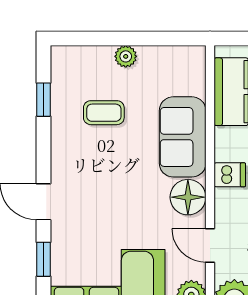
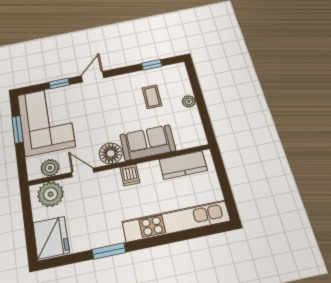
door: (210, 245) -> (83, 172), hinge flipped

